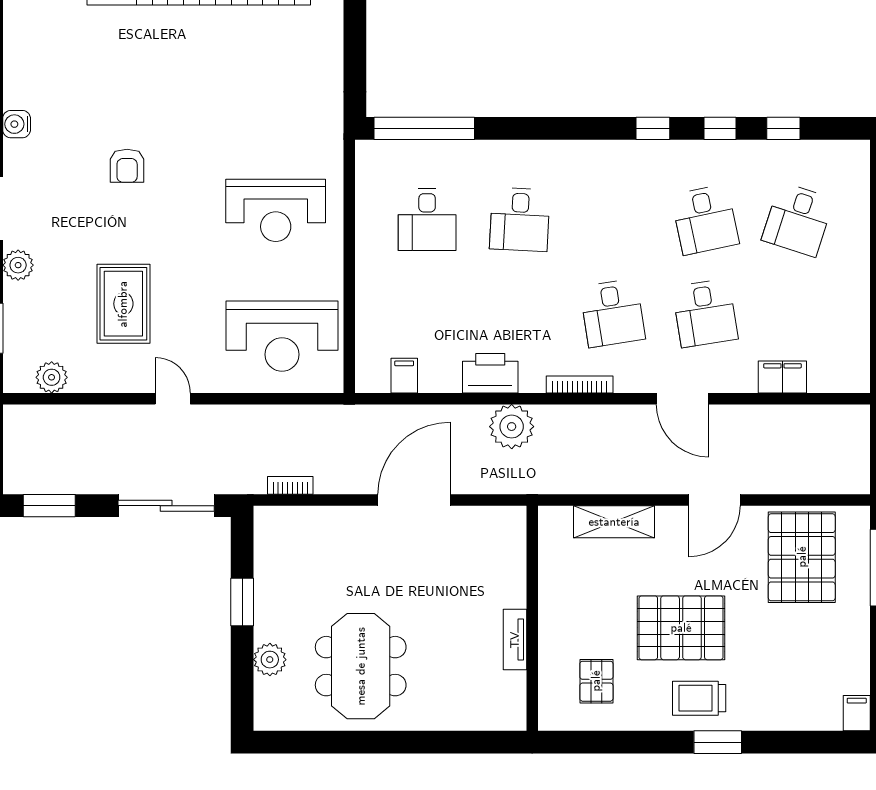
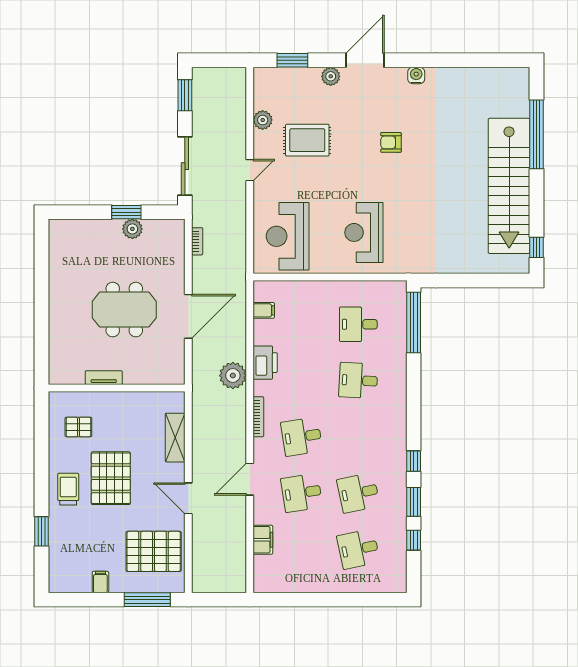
window: (720, 128) -> (414, 502), width x1.50
desk: (798, 220) -> (358, 549), turned -30
plant: (52, 377) -> (263, 120), moved
door: (414, 500) -> (188, 316), hinge flipped
plant: (270, 660) -> (132, 229), moved
meeting table: (361, 666) -> (124, 310), moved
filing cabinet: (857, 713) -> (100, 582), moved, turned -90
window: (718, 742) -> (41, 531), moved

